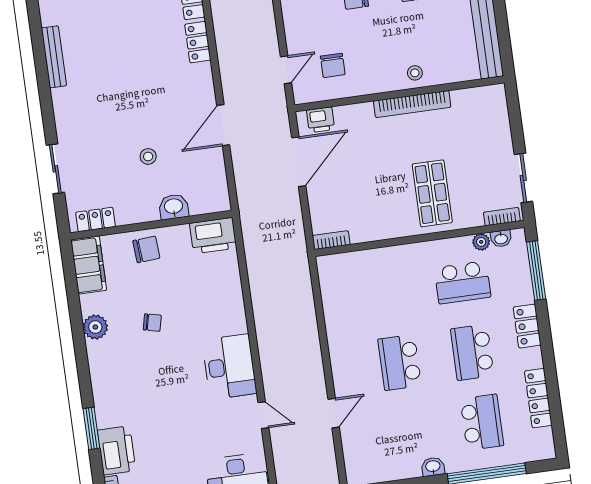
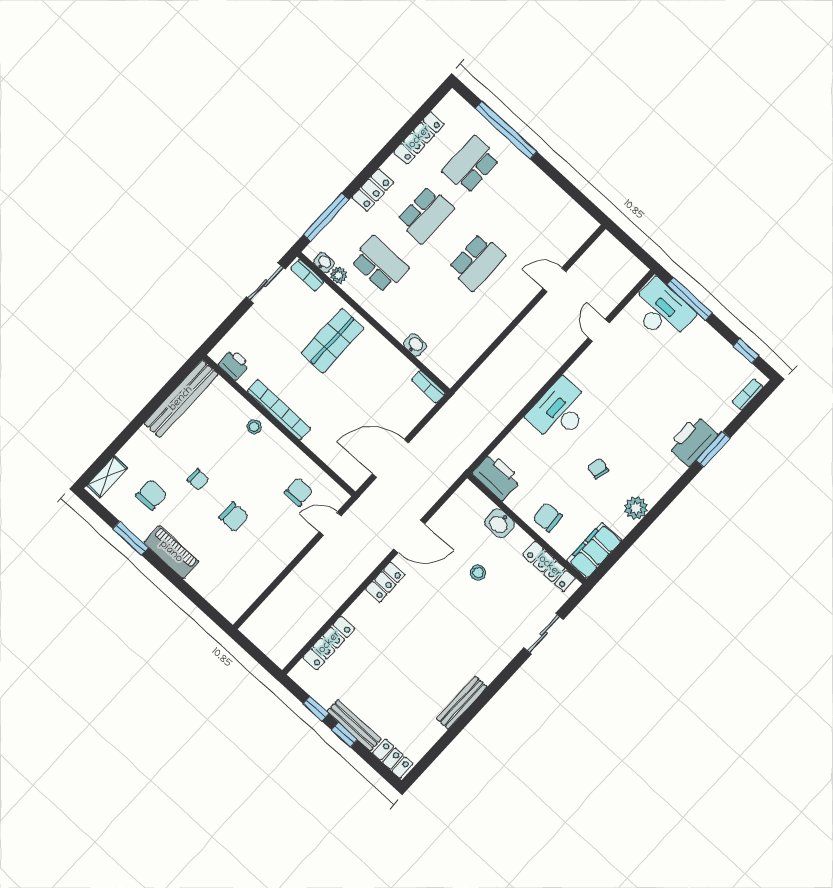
locker: (198, 42) -> (385, 582), moved
printer: (321, 120) -> (234, 365), moved
locker: (95, 219) -> (549, 566), width x1.53
desk: (229, 367) -> (560, 411), moved
printer: (116, 450) -> (693, 441), moved
washbasin: (433, 467) -> (415, 345), moved, turned 180

